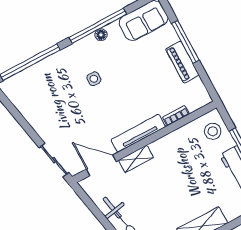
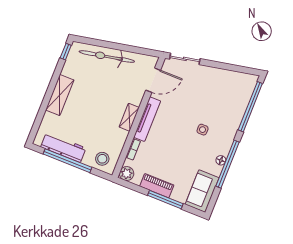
plant: (201, 98) -> (127, 174), added
shelving: (136, 159) -> (129, 117), moved

